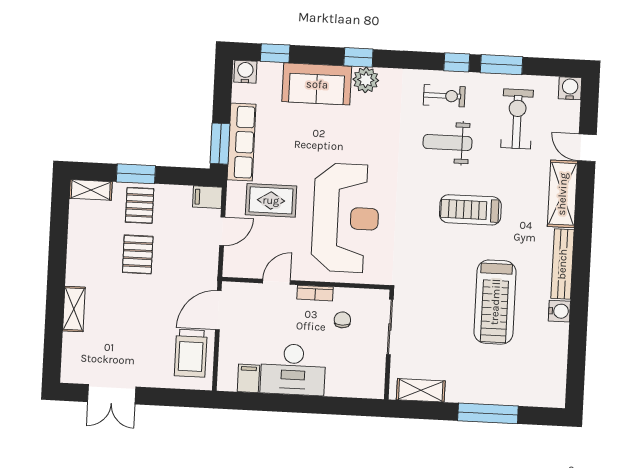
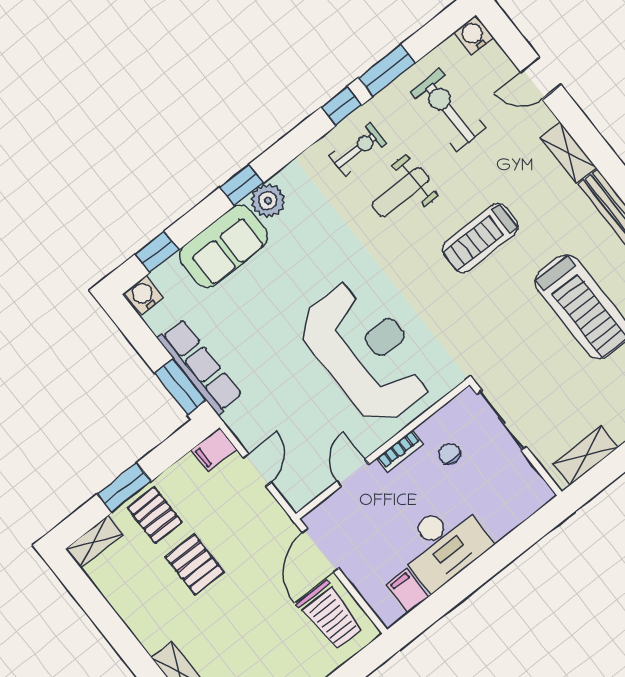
shelving: (562, 194) -> (568, 153), width x0.67, depth x0.75
rug: (271, 200) -> (278, 398), removed

